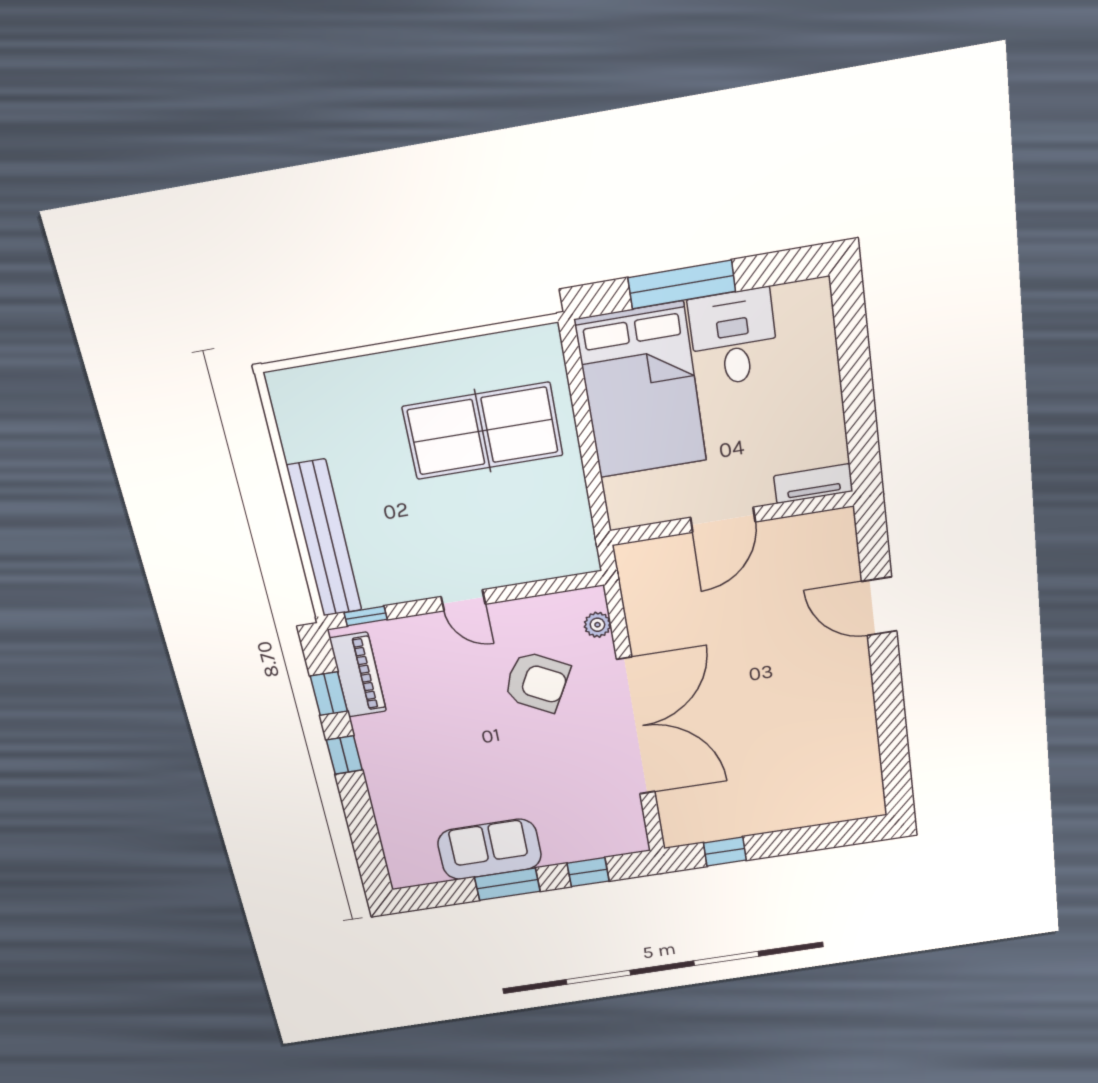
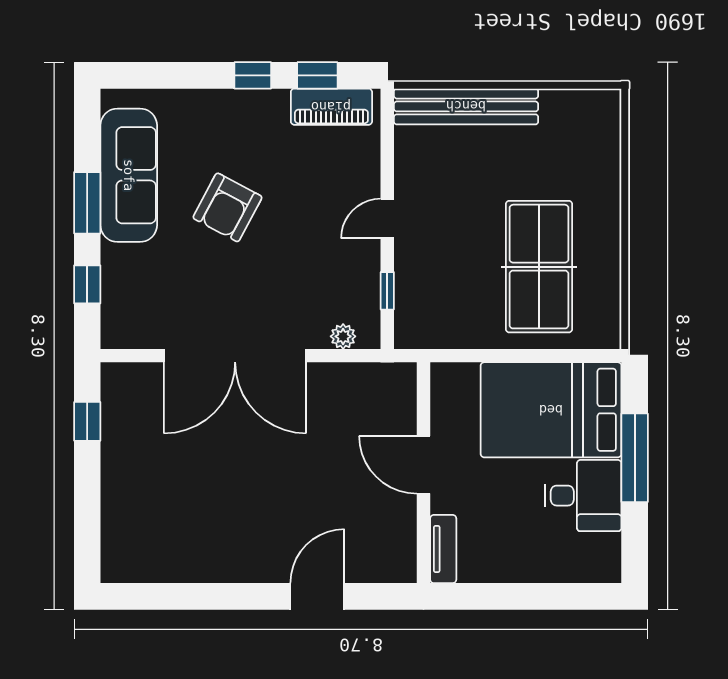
window: (366, 616) -> (387, 291), moved
armchair: (537, 682) -> (227, 207), moved
sofa: (490, 849) -> (129, 175), width x1.36

